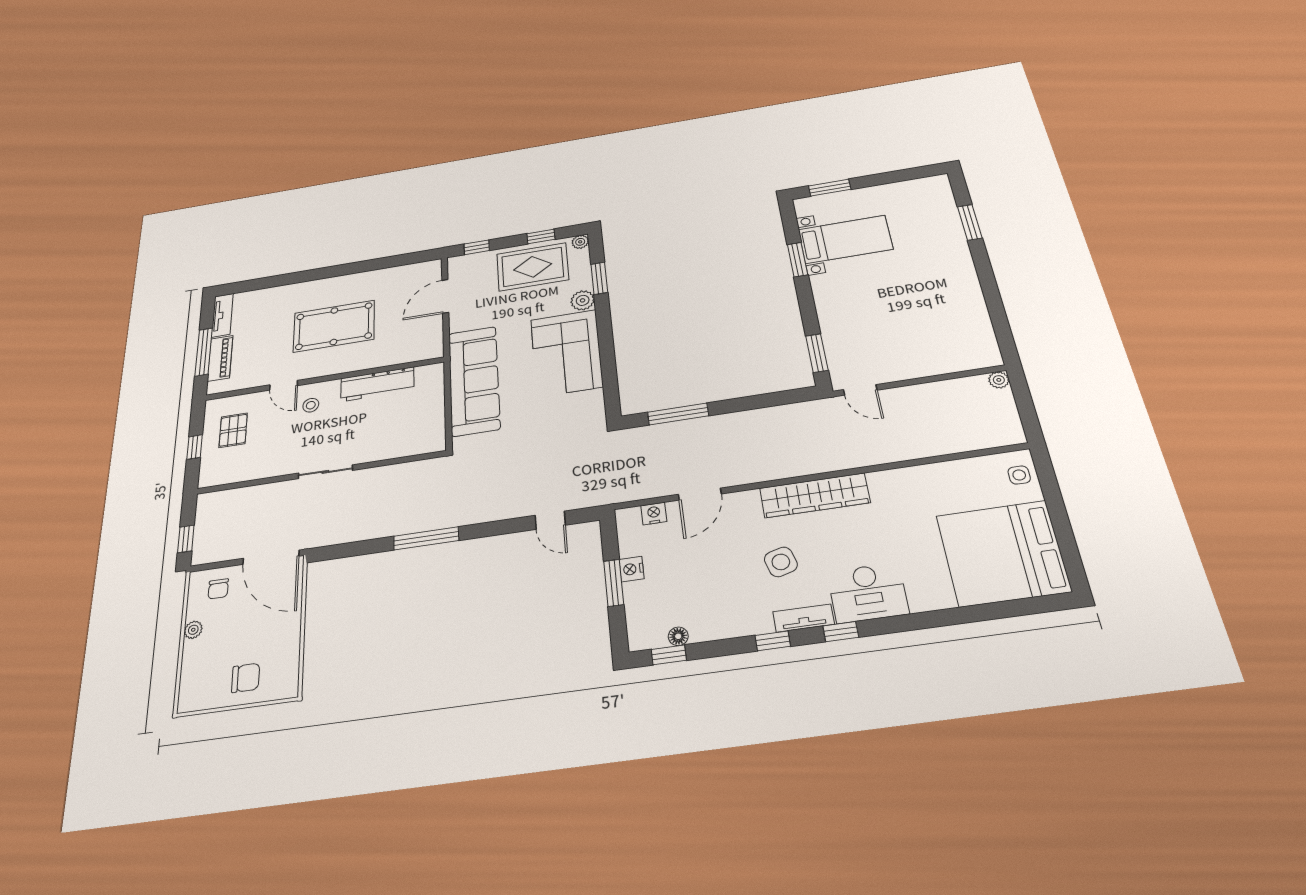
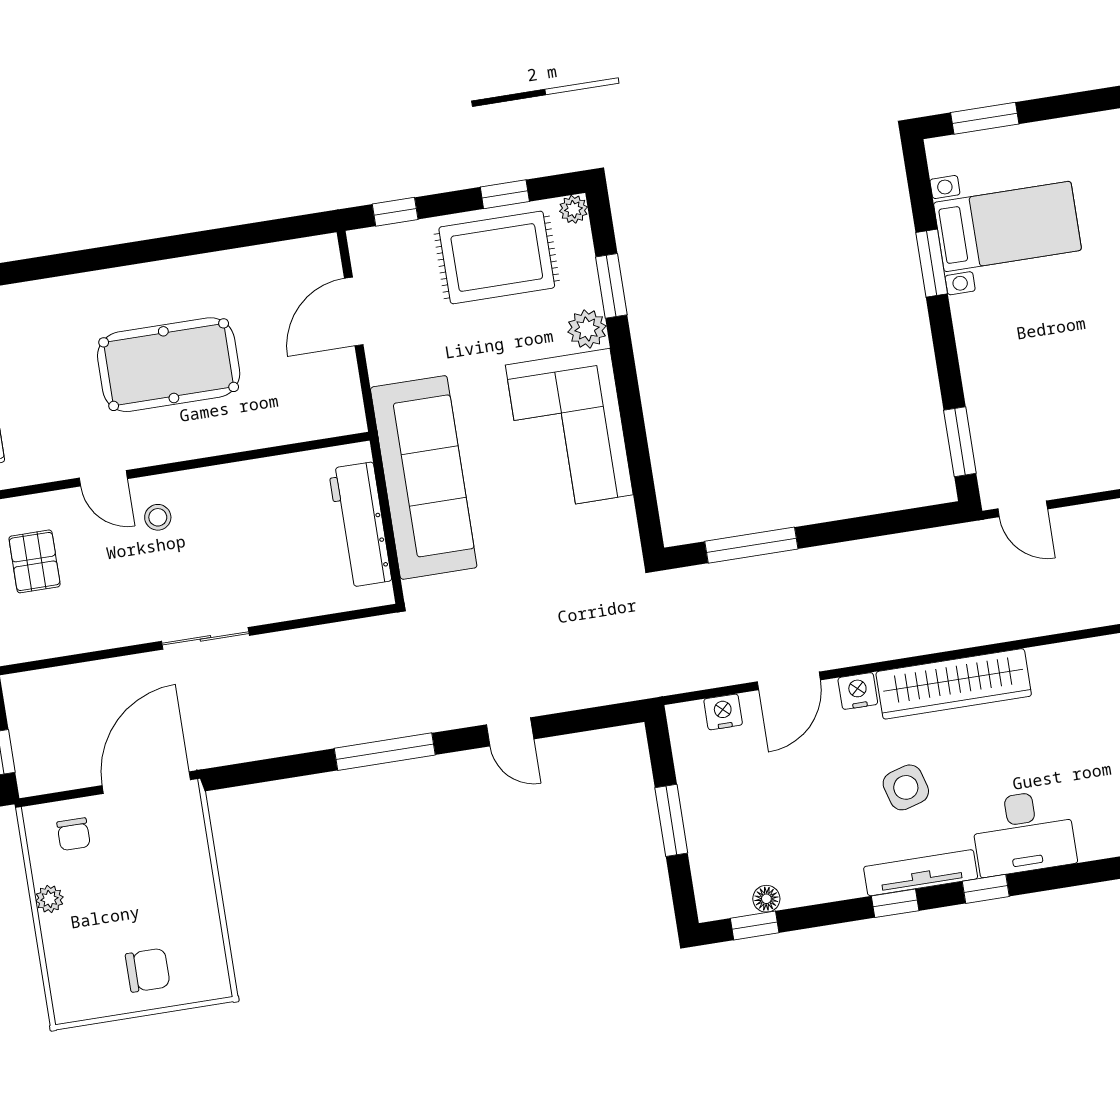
workbench: (377, 384) -> (360, 525), moved, turned 90
door: (550, 520) -> (510, 732), moved
door: (271, 557) -> (146, 783), swing flipped
nightstand: (632, 569) -> (858, 691), moved, turned 90
tv unit: (804, 618) -> (921, 873), width x1.41

